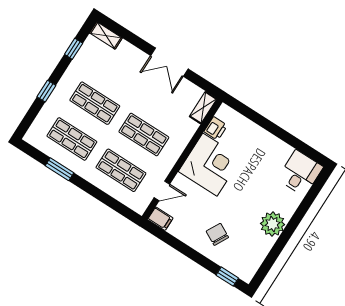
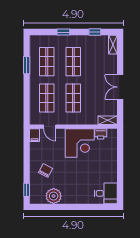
plant: (273, 224) -> (54, 196), moved

